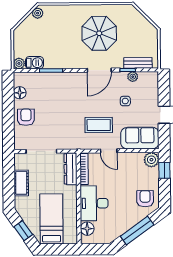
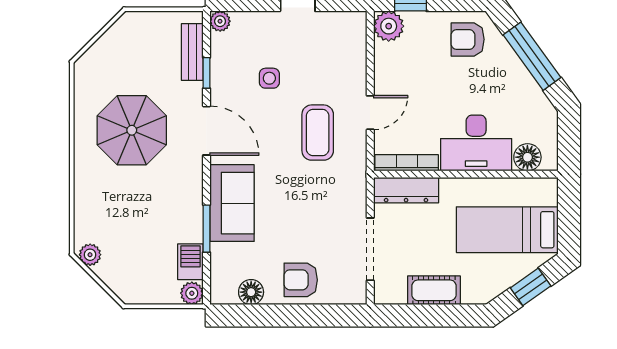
plant: (133, 77) -> (220, 21), moved
sofa: (140, 138) -> (232, 203), moved, turned 180

